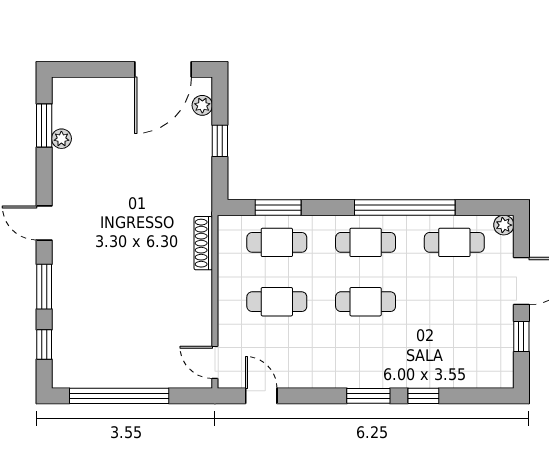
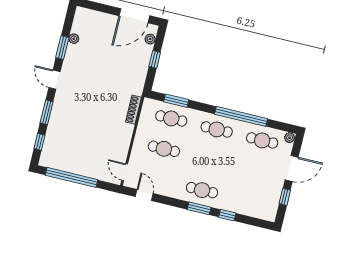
window: (44, 125) -> (62, 48), moved
cafe table: (366, 302) -> (202, 190), moved

